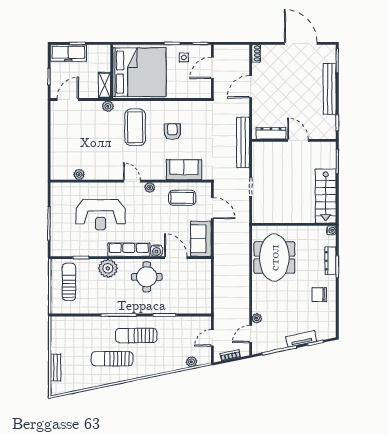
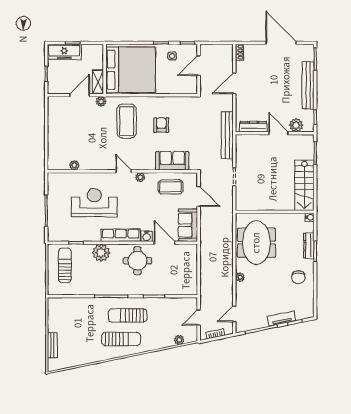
door: (68, 99) -> (80, 95), moved
plant: (317, 132) -> (296, 125), added
reception desk: (100, 215) -> (94, 203), turned 180
chair: (319, 295) -> (298, 277), turned -90
plant: (257, 318) -> (240, 277), moved
sun lounger: (112, 359) -> (121, 339), moved, turned 180

